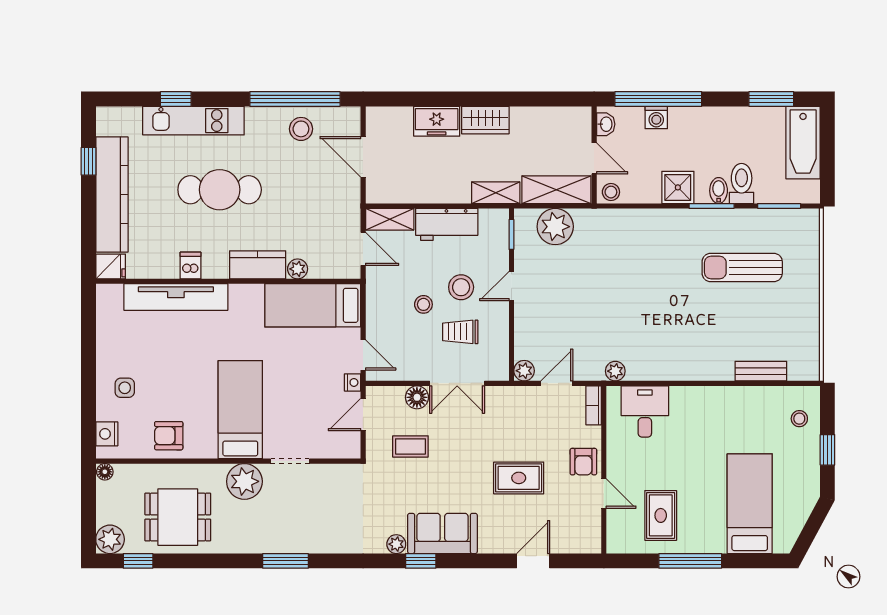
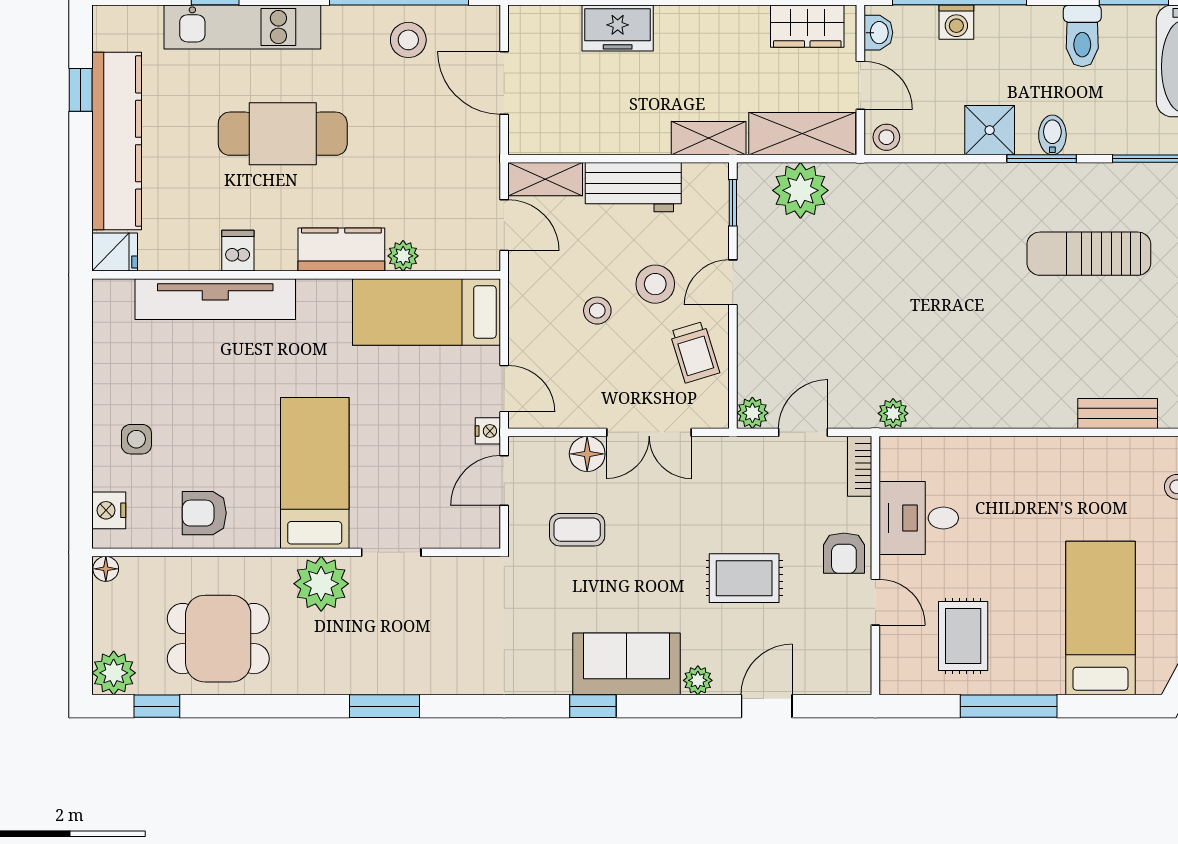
wardrobe: (485, 120) -> (807, 26), moved
toilet: (742, 183) -> (1082, 36), moved, turned 180
trolley: (460, 332) -> (695, 352), moved, turned -107
desk: (645, 411) -> (919, 518), moved, turned -90
plant: (396, 544) -> (698, 680), moved

